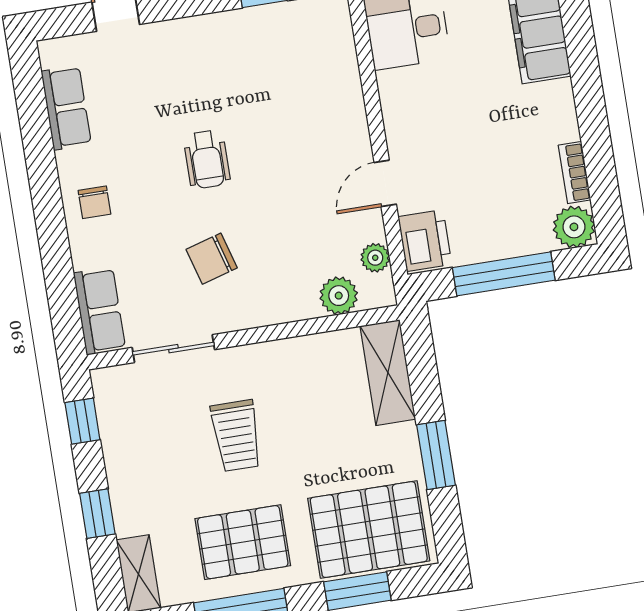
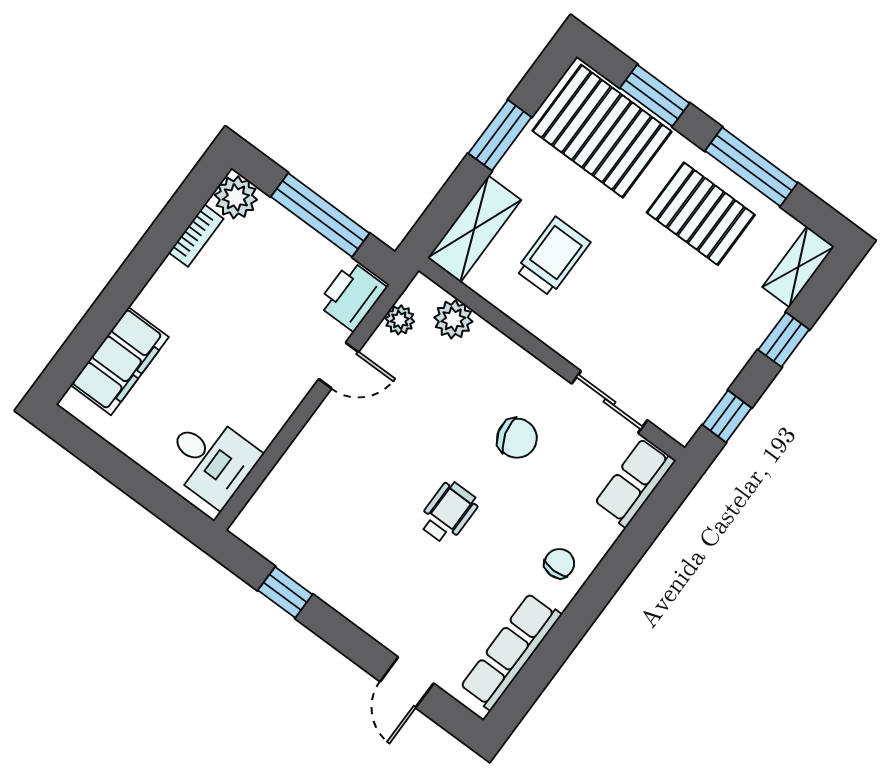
row of seats: (66, 108) -> (511, 651), width x1.48
trolley: (236, 436) -> (553, 256), moved

